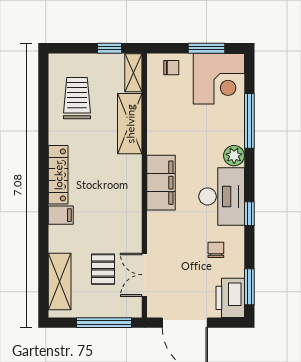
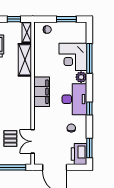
corner desk: (219, 79) -> (73, 57), moved, turned 90

